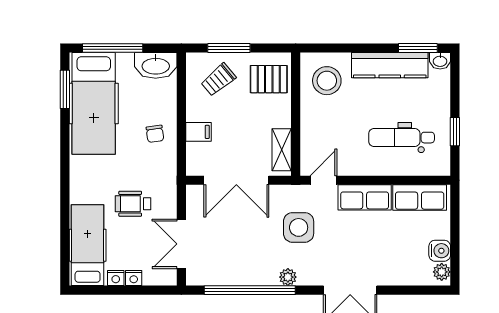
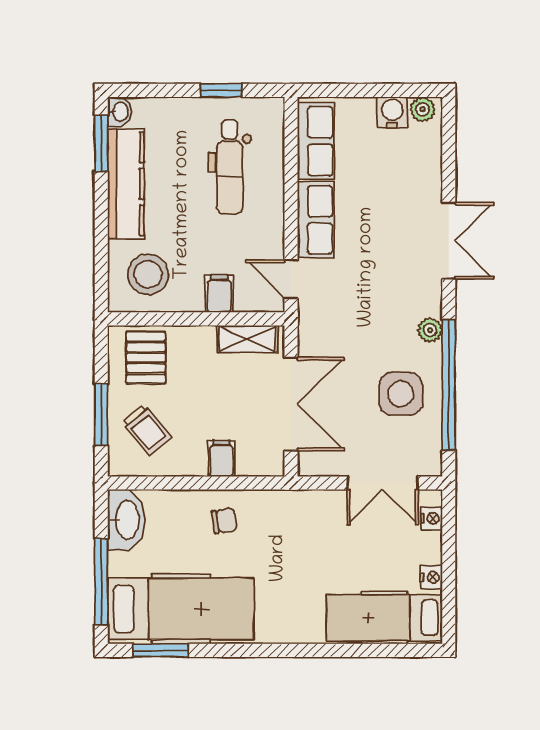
filing cabinet: (313, 130) -> (219, 294), added
wheelchair: (133, 204) -> (325, 552), removed
side table: (299, 227) -> (401, 394), moved
nightstand: (134, 278) -> (431, 518), moved

